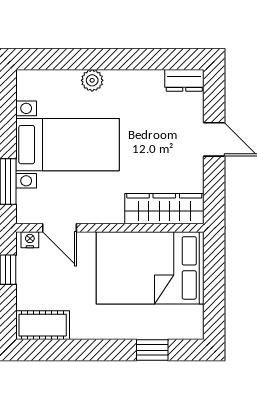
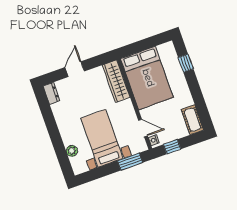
plant: (92, 80) -> (72, 151), moved
door: (60, 228) -> (143, 128), hinge flipped

